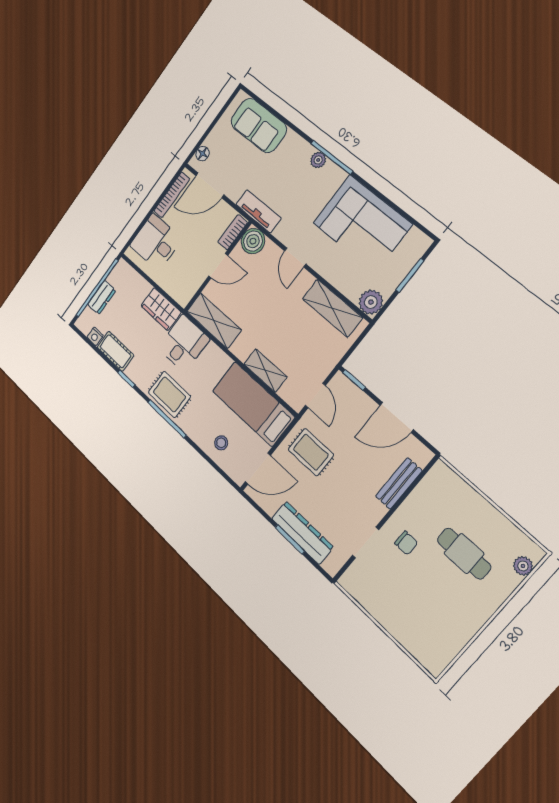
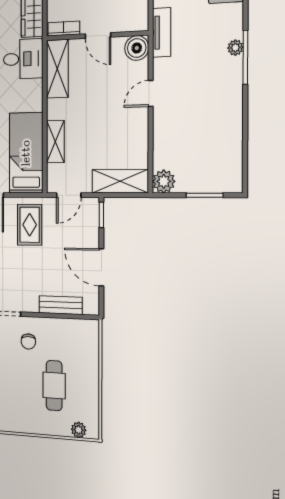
corner sofa: (362, 224) -> (214, 126), removed
bookcase: (233, 232) -> (64, 29), moved
shelving: (332, 308) -> (120, 181), moved, turned 90

